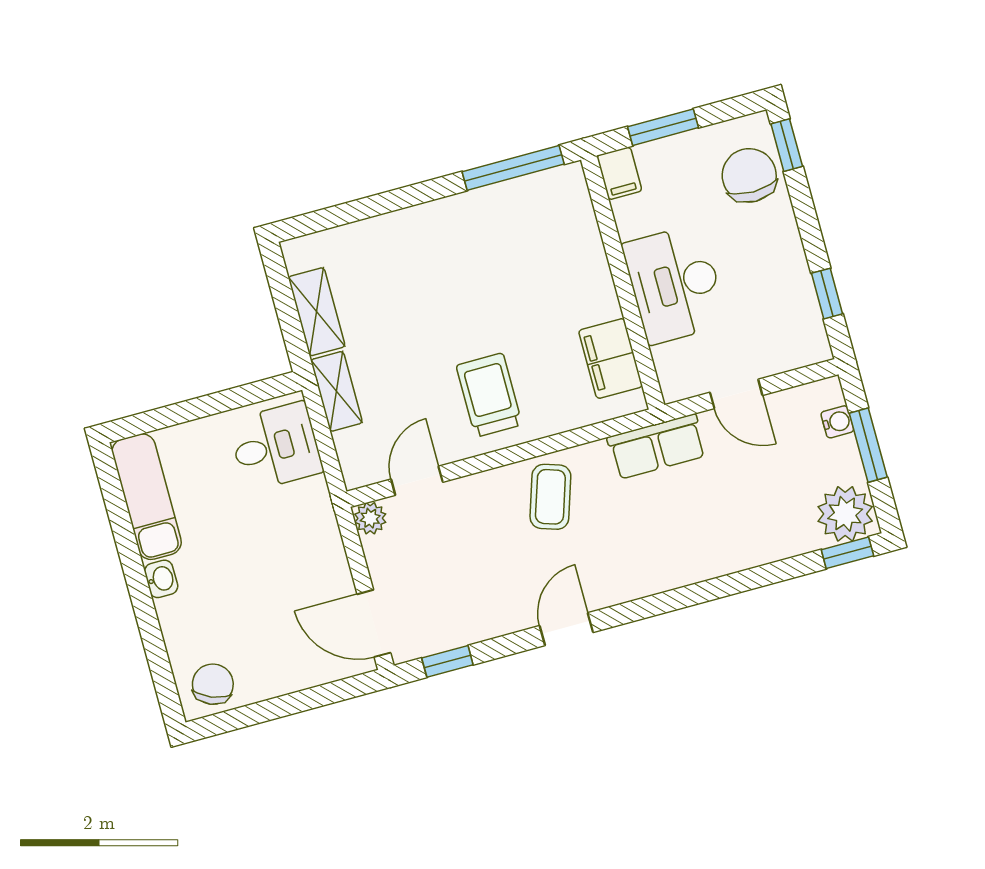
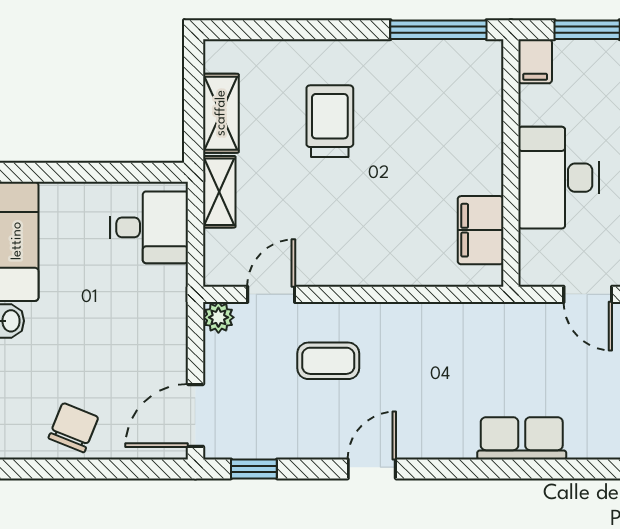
trolley: (489, 395) -> (330, 121), moved
row of seats: (657, 447) -> (522, 438), moved, turned 180
coffee table: (550, 497) -> (328, 361), moved, turned 72
door: (374, 623) -> (195, 415), hinge flipped
chair: (213, 684) -> (73, 428), moved

